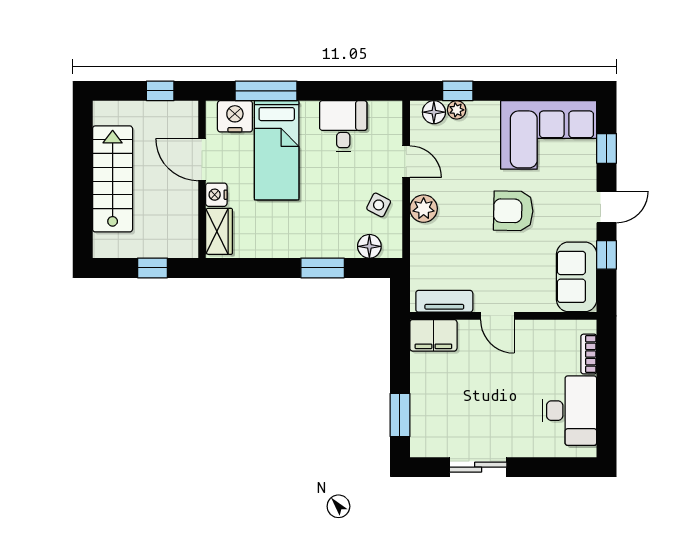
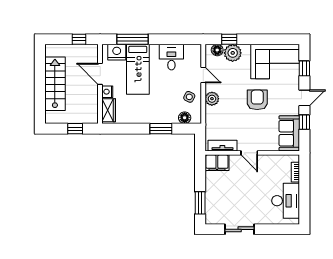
plant: (457, 110) -> (233, 53), width x1.87, depth x1.87
armchair: (513, 211) -> (257, 100), turned 89

